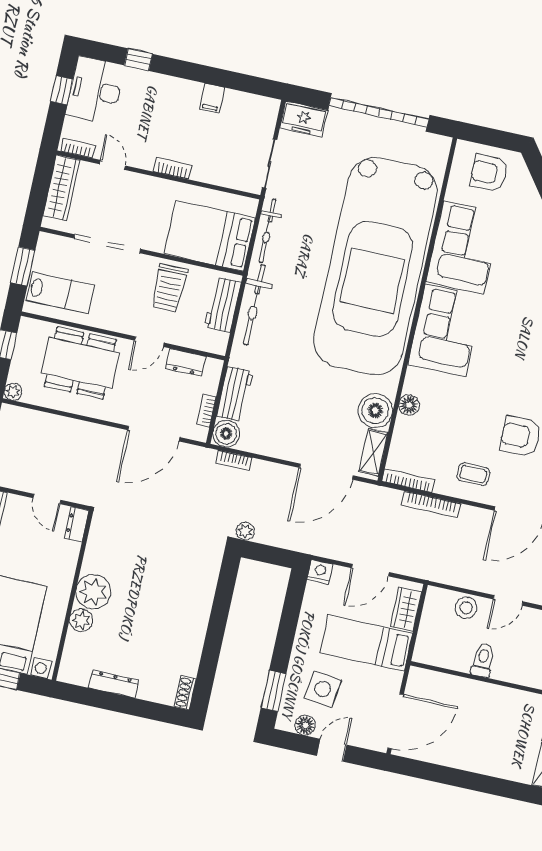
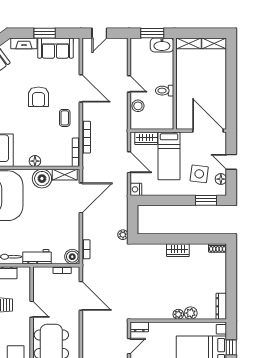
dresser: (185, 362) -> (39, 287), removed
workbench: (235, 394) -> (37, 257), moved
door: (326, 472) -> (81, 198), hinge flipped
plant: (93, 592) -> (178, 314), width x0.53, depth x0.53
wardrobe: (197, 622) -> (178, 250), added
dresser: (114, 684) -> (221, 306), moved

